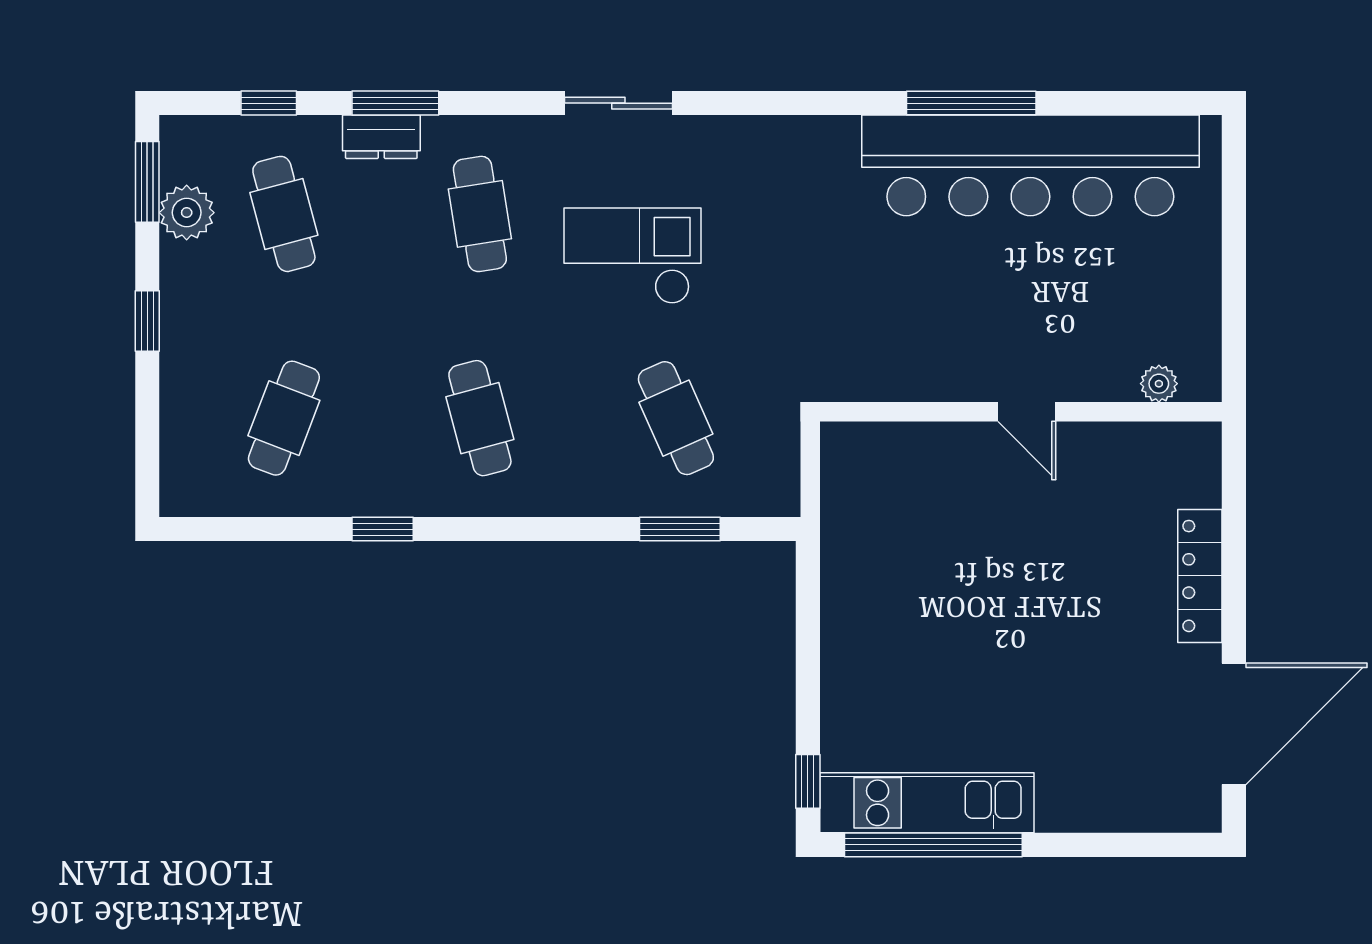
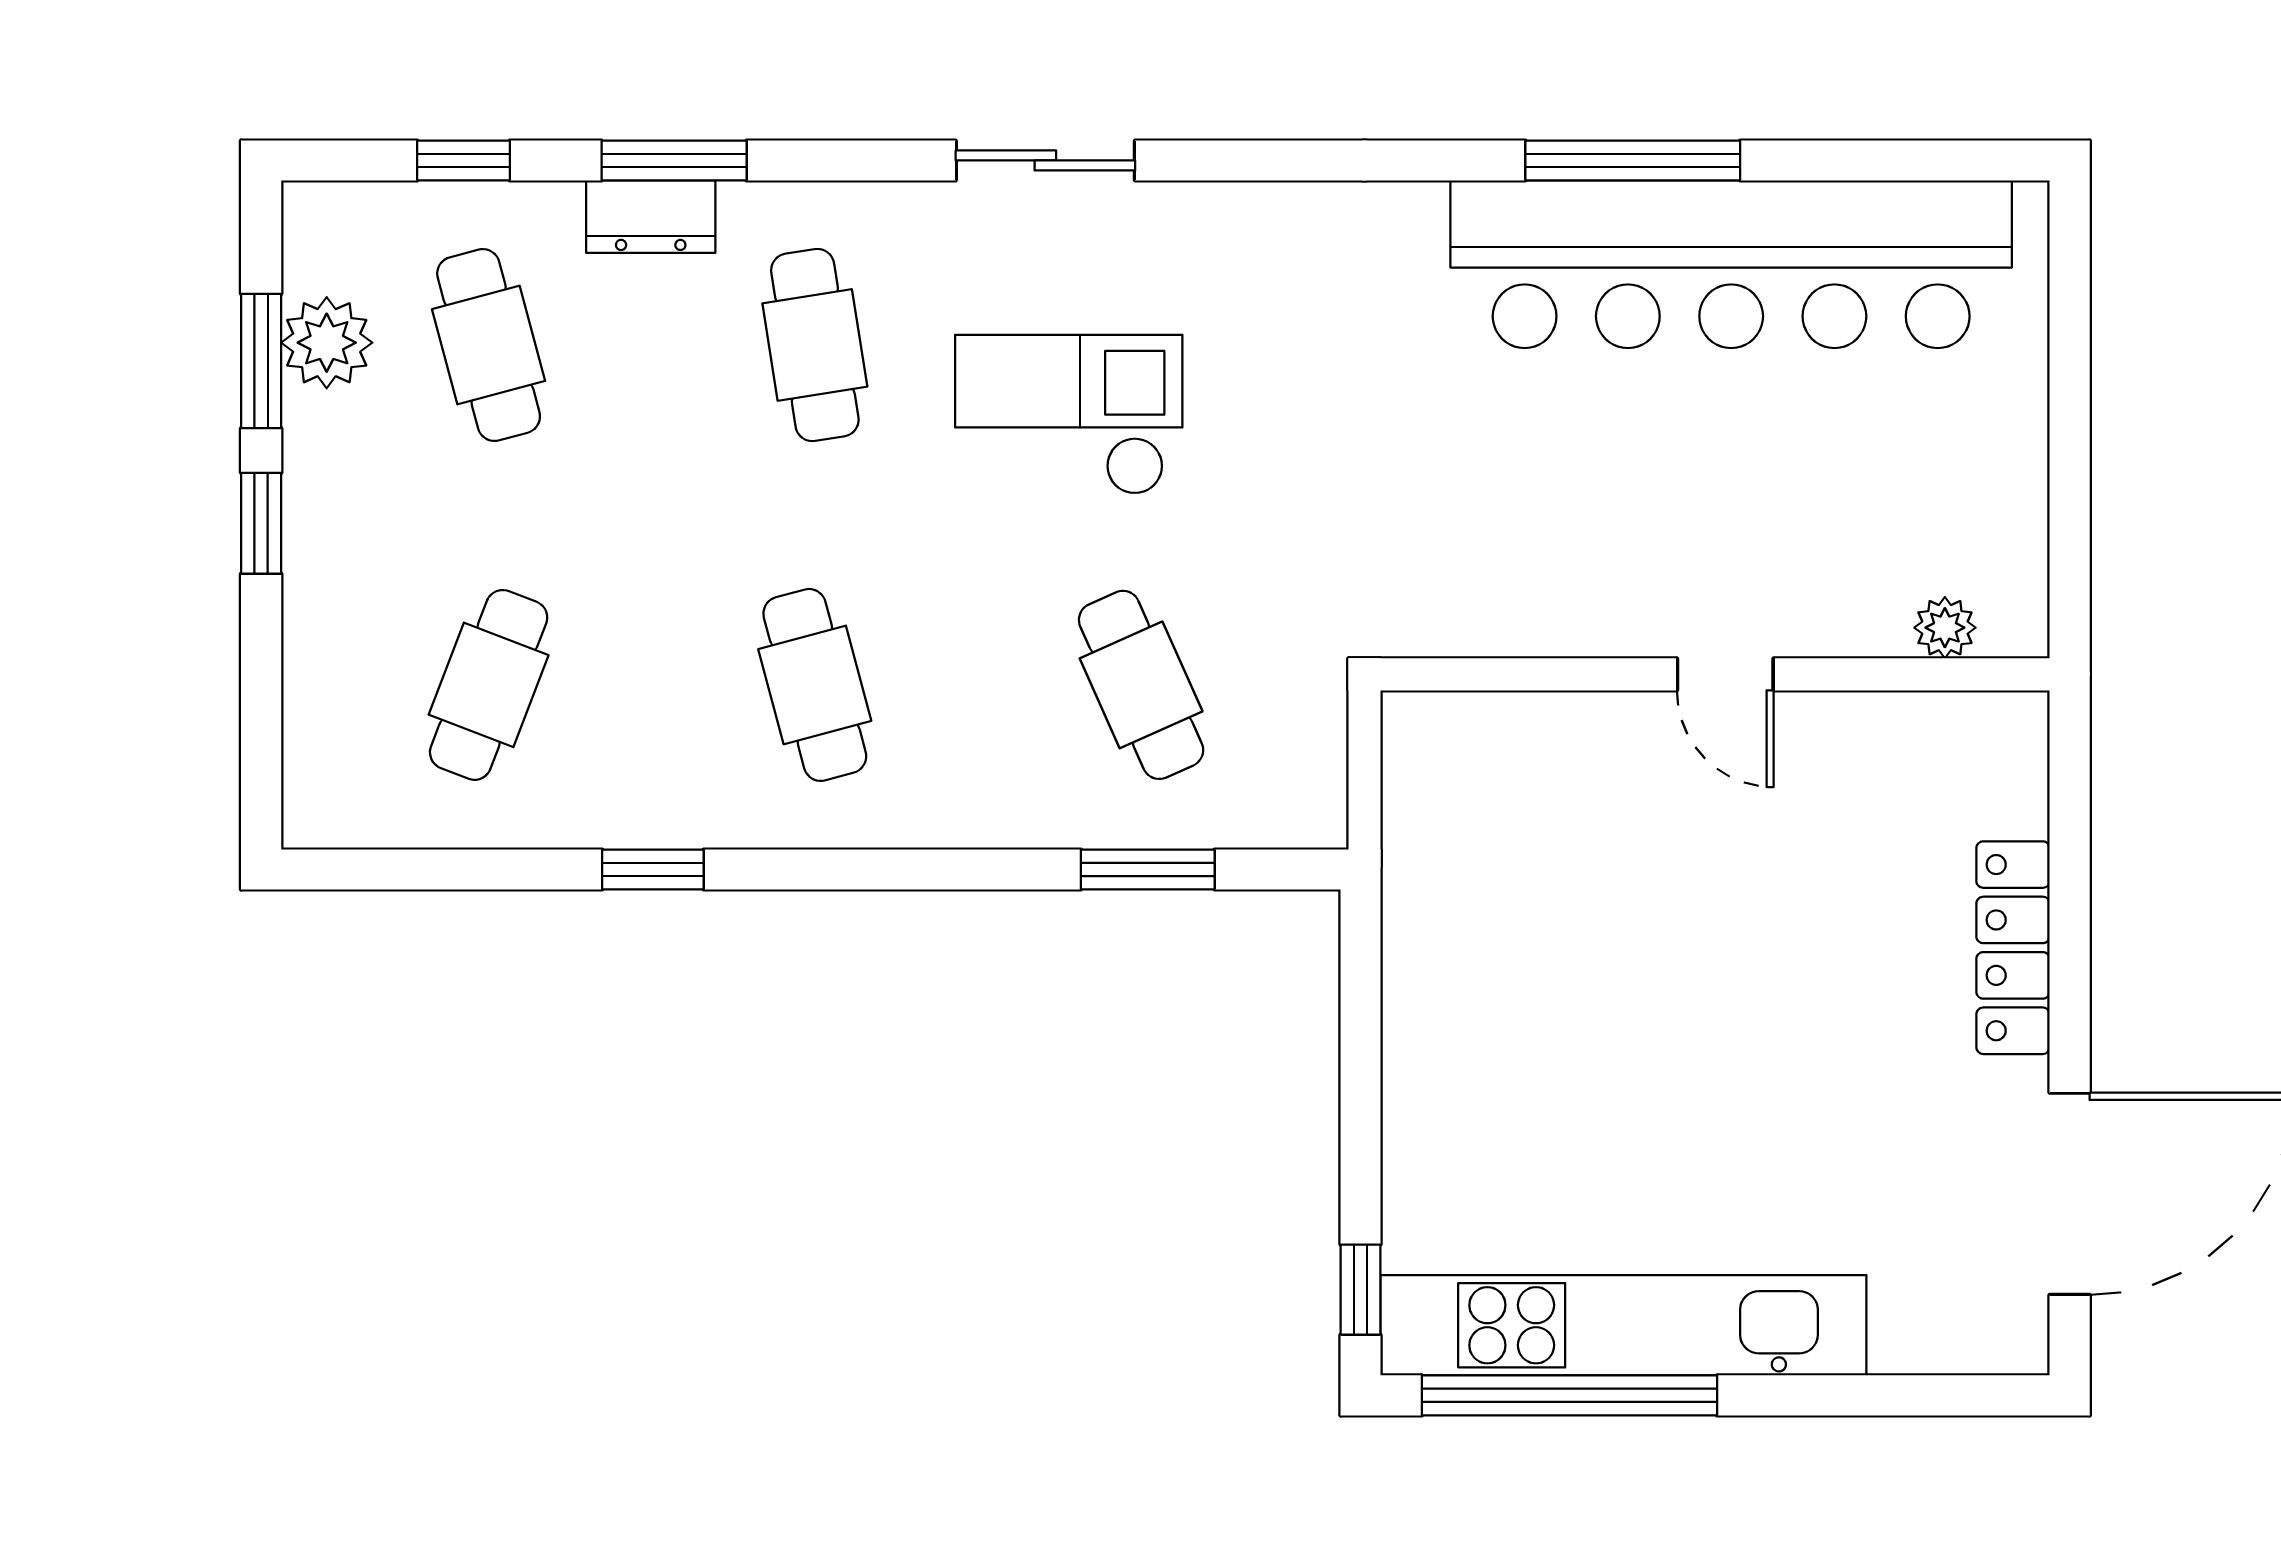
window: (147, 182) -> (261, 361), moved
kitchen unit: (927, 803) -> (1623, 1325), width x1.36

